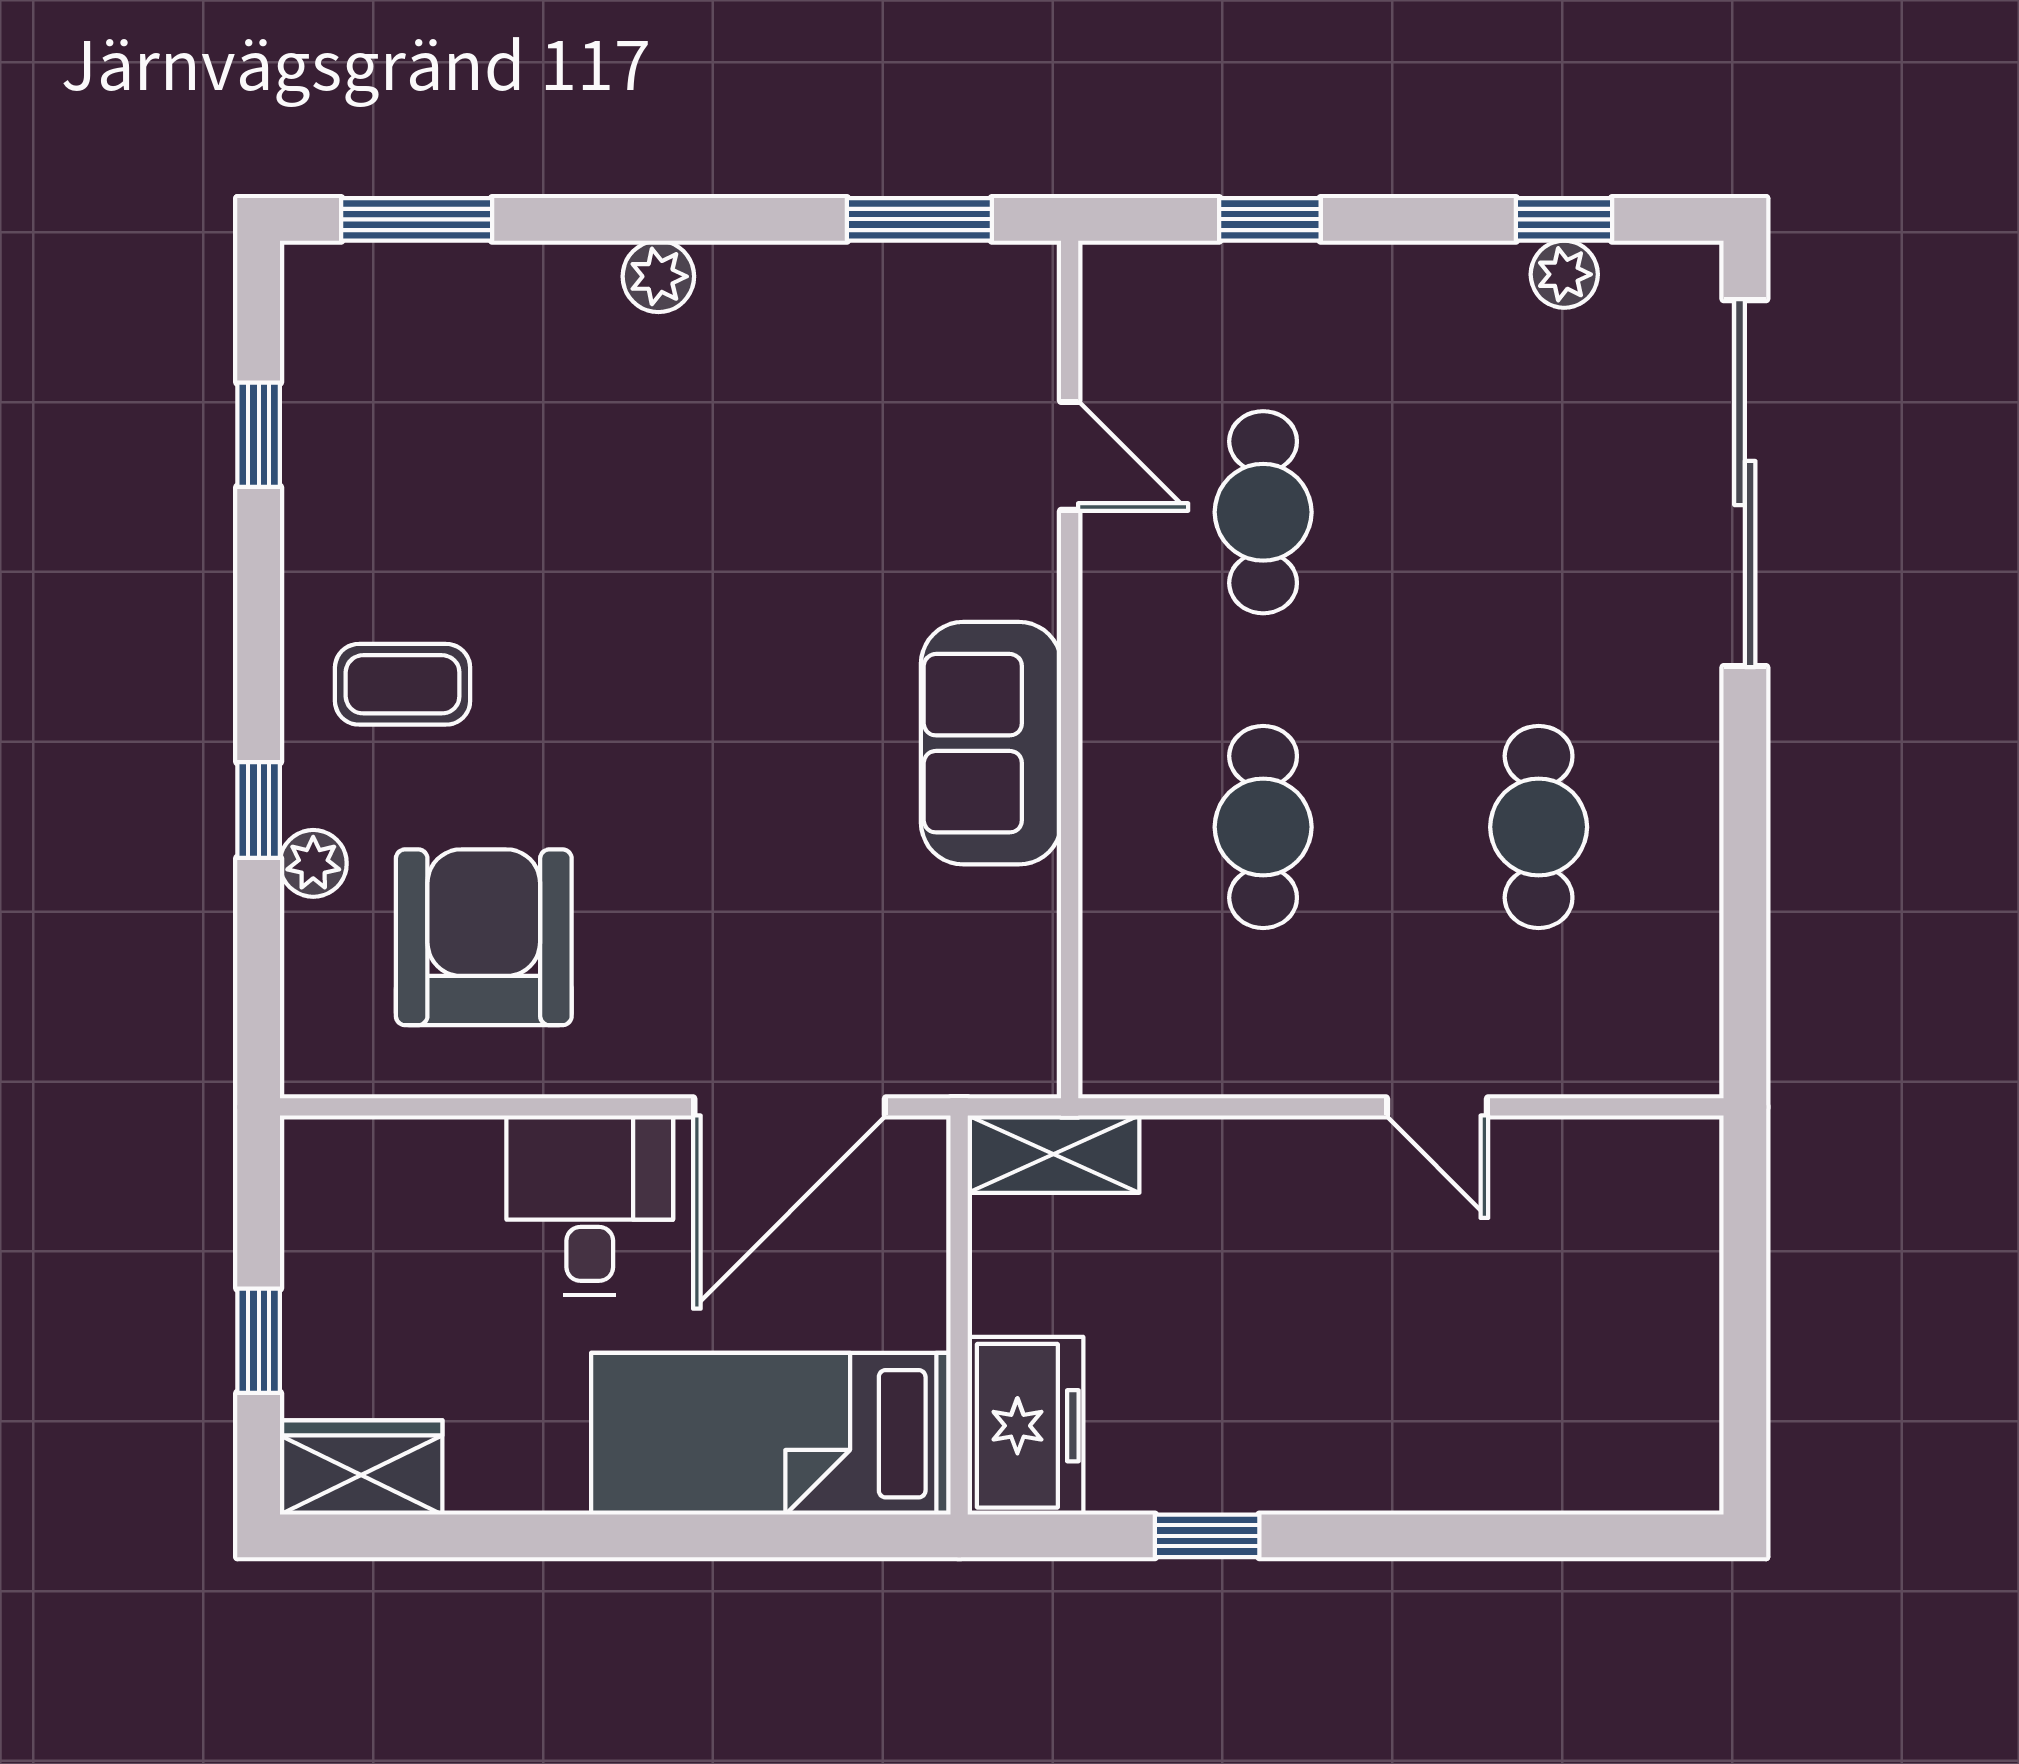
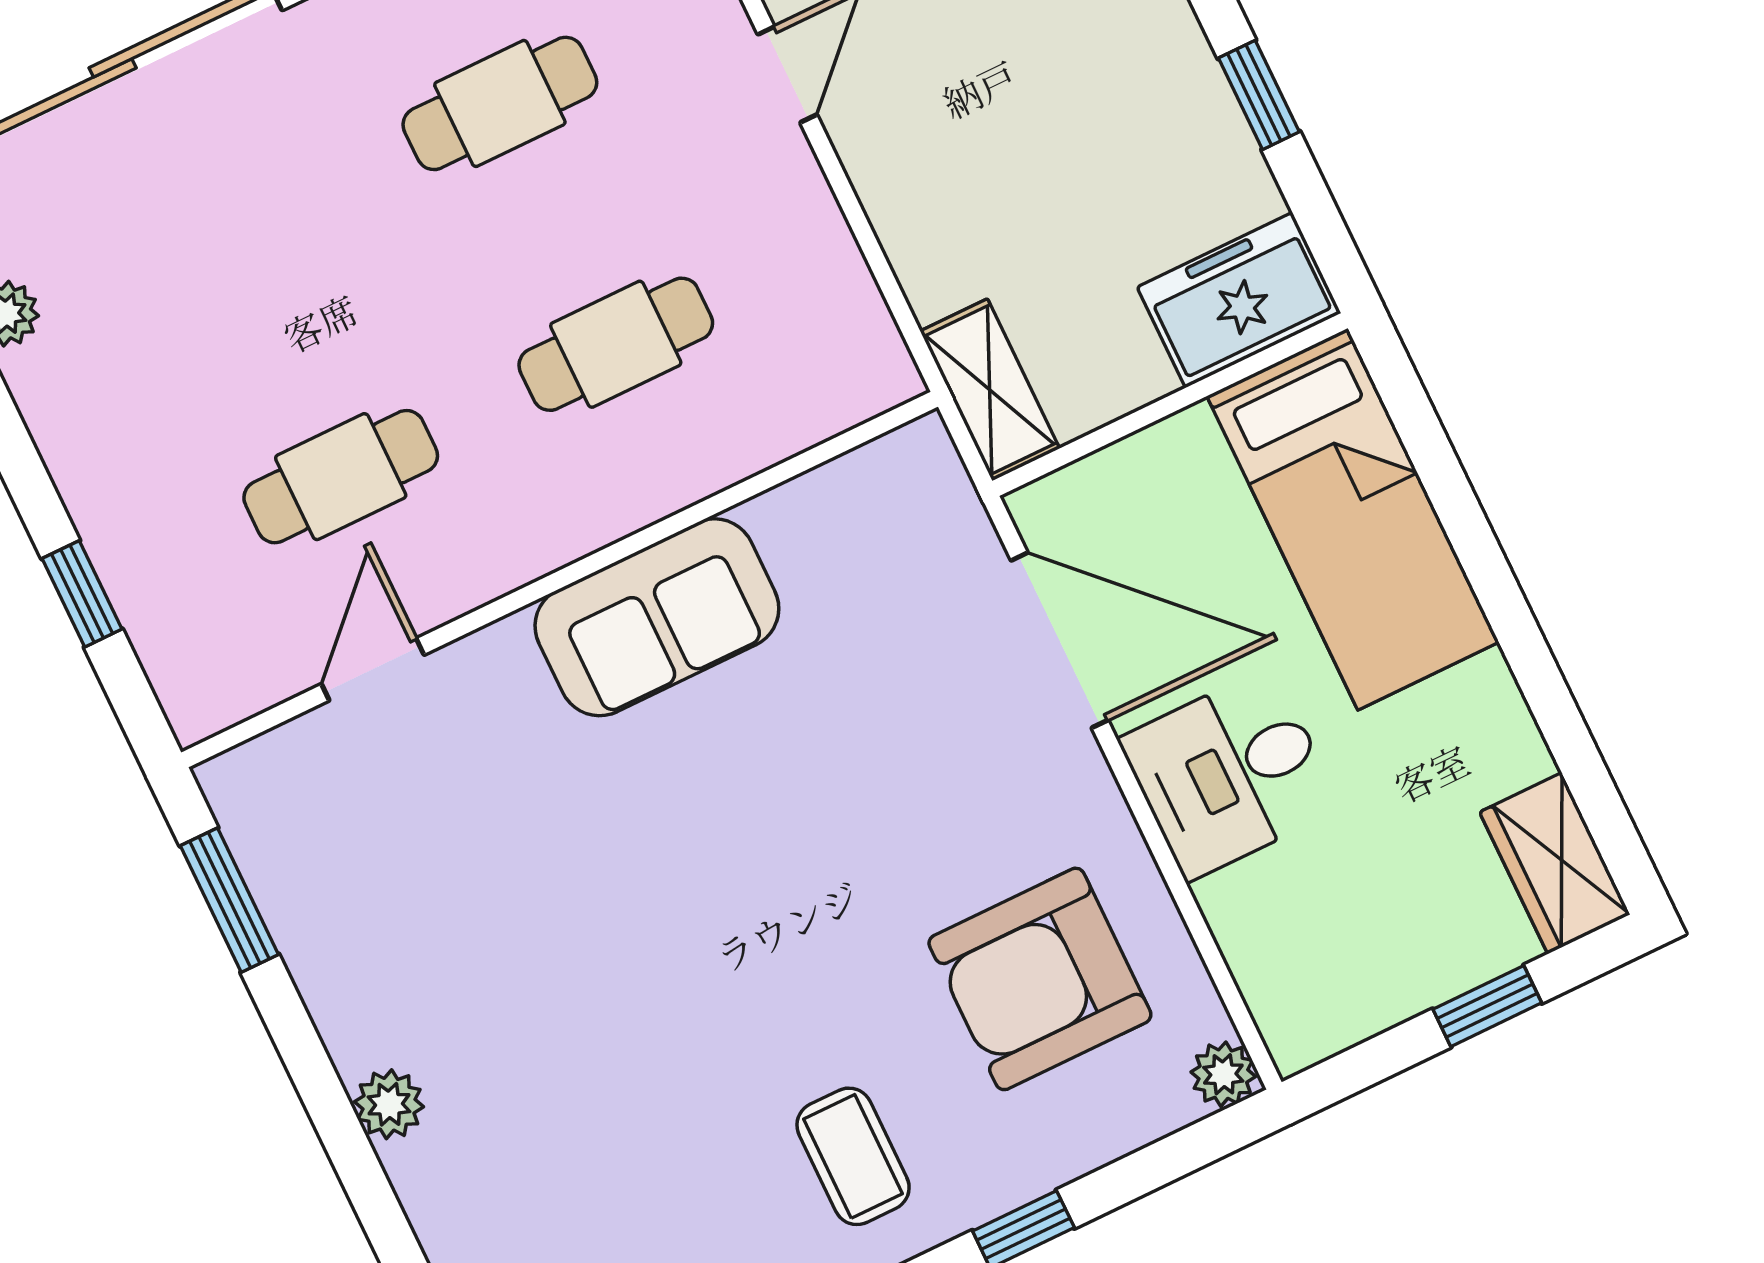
plant: (313, 863) -> (1223, 1074), moved

